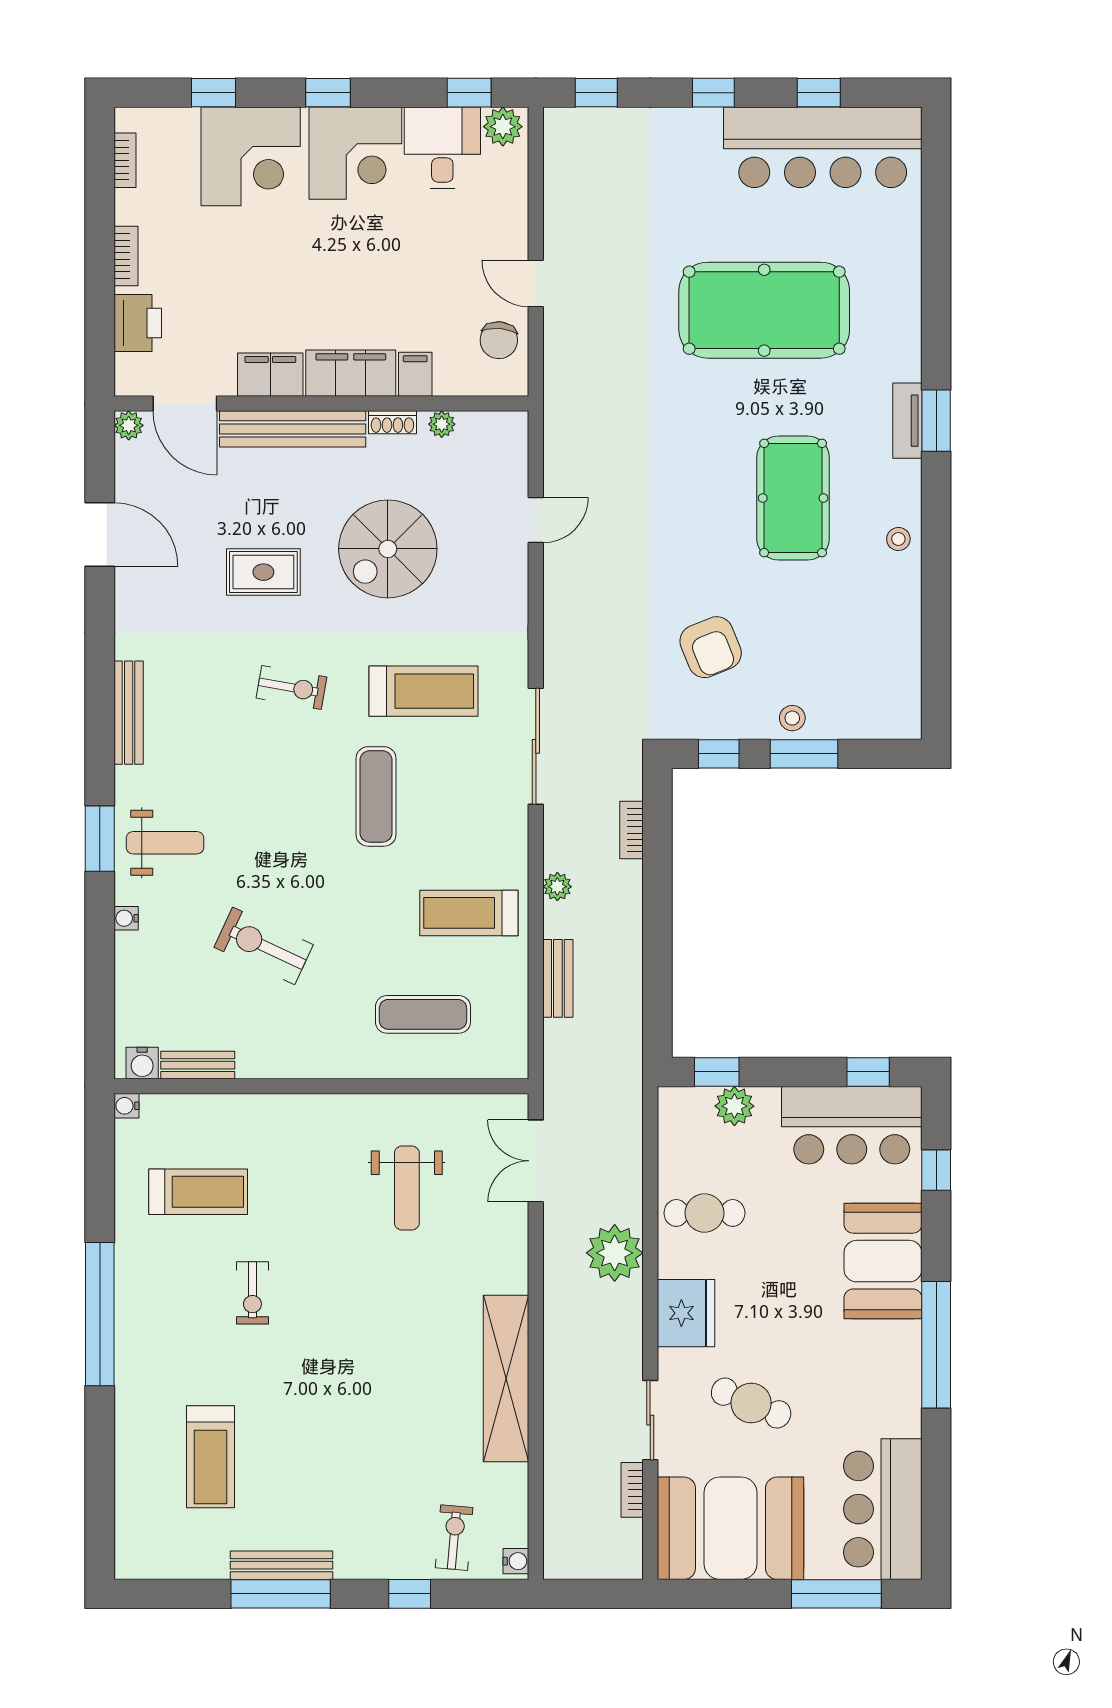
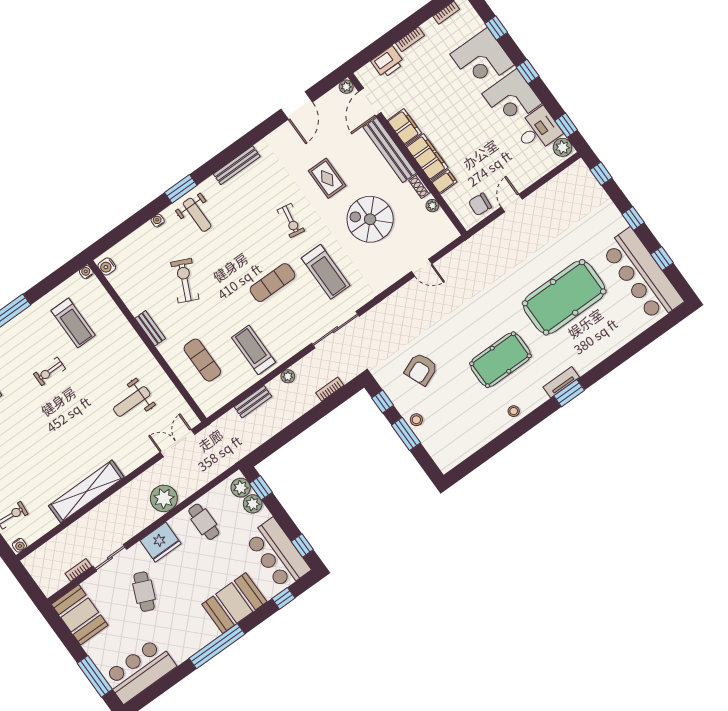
pool table: (764, 310) -> (564, 297), turned 90
bench: (198, 1065) -> (150, 328), moved
plant: (691, 1107) -> (241, 488), added
booth: (730, 1528) -> (80, 615), width x0.73, depth x0.70

